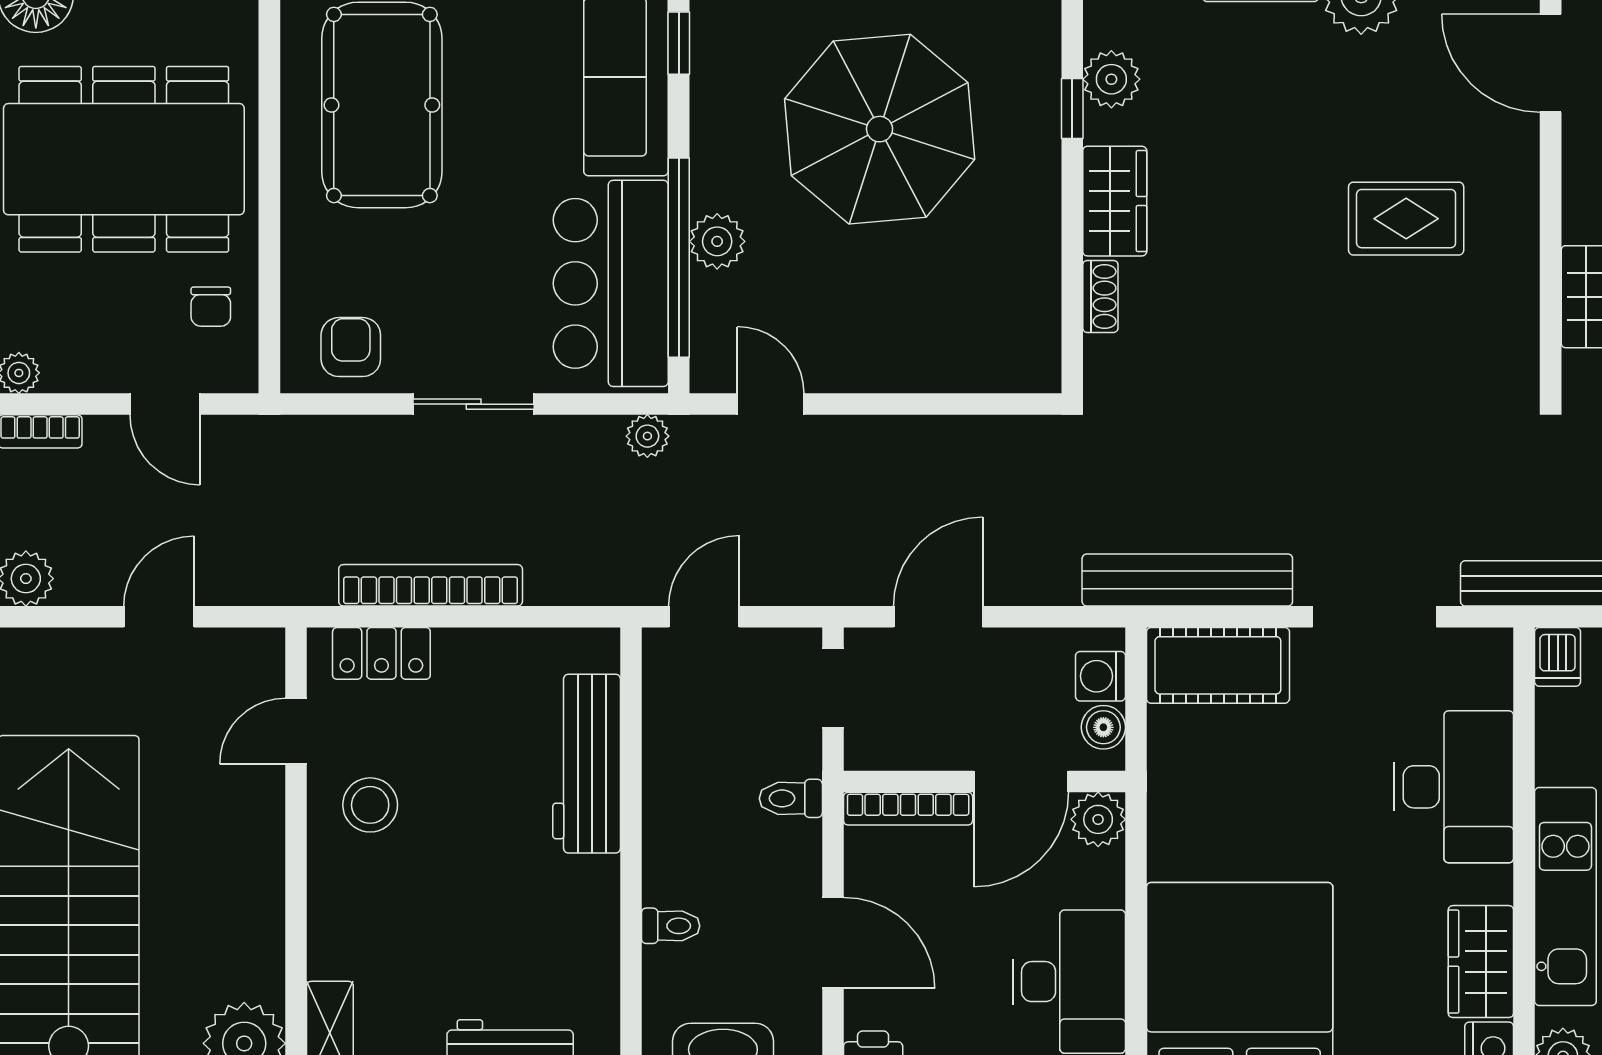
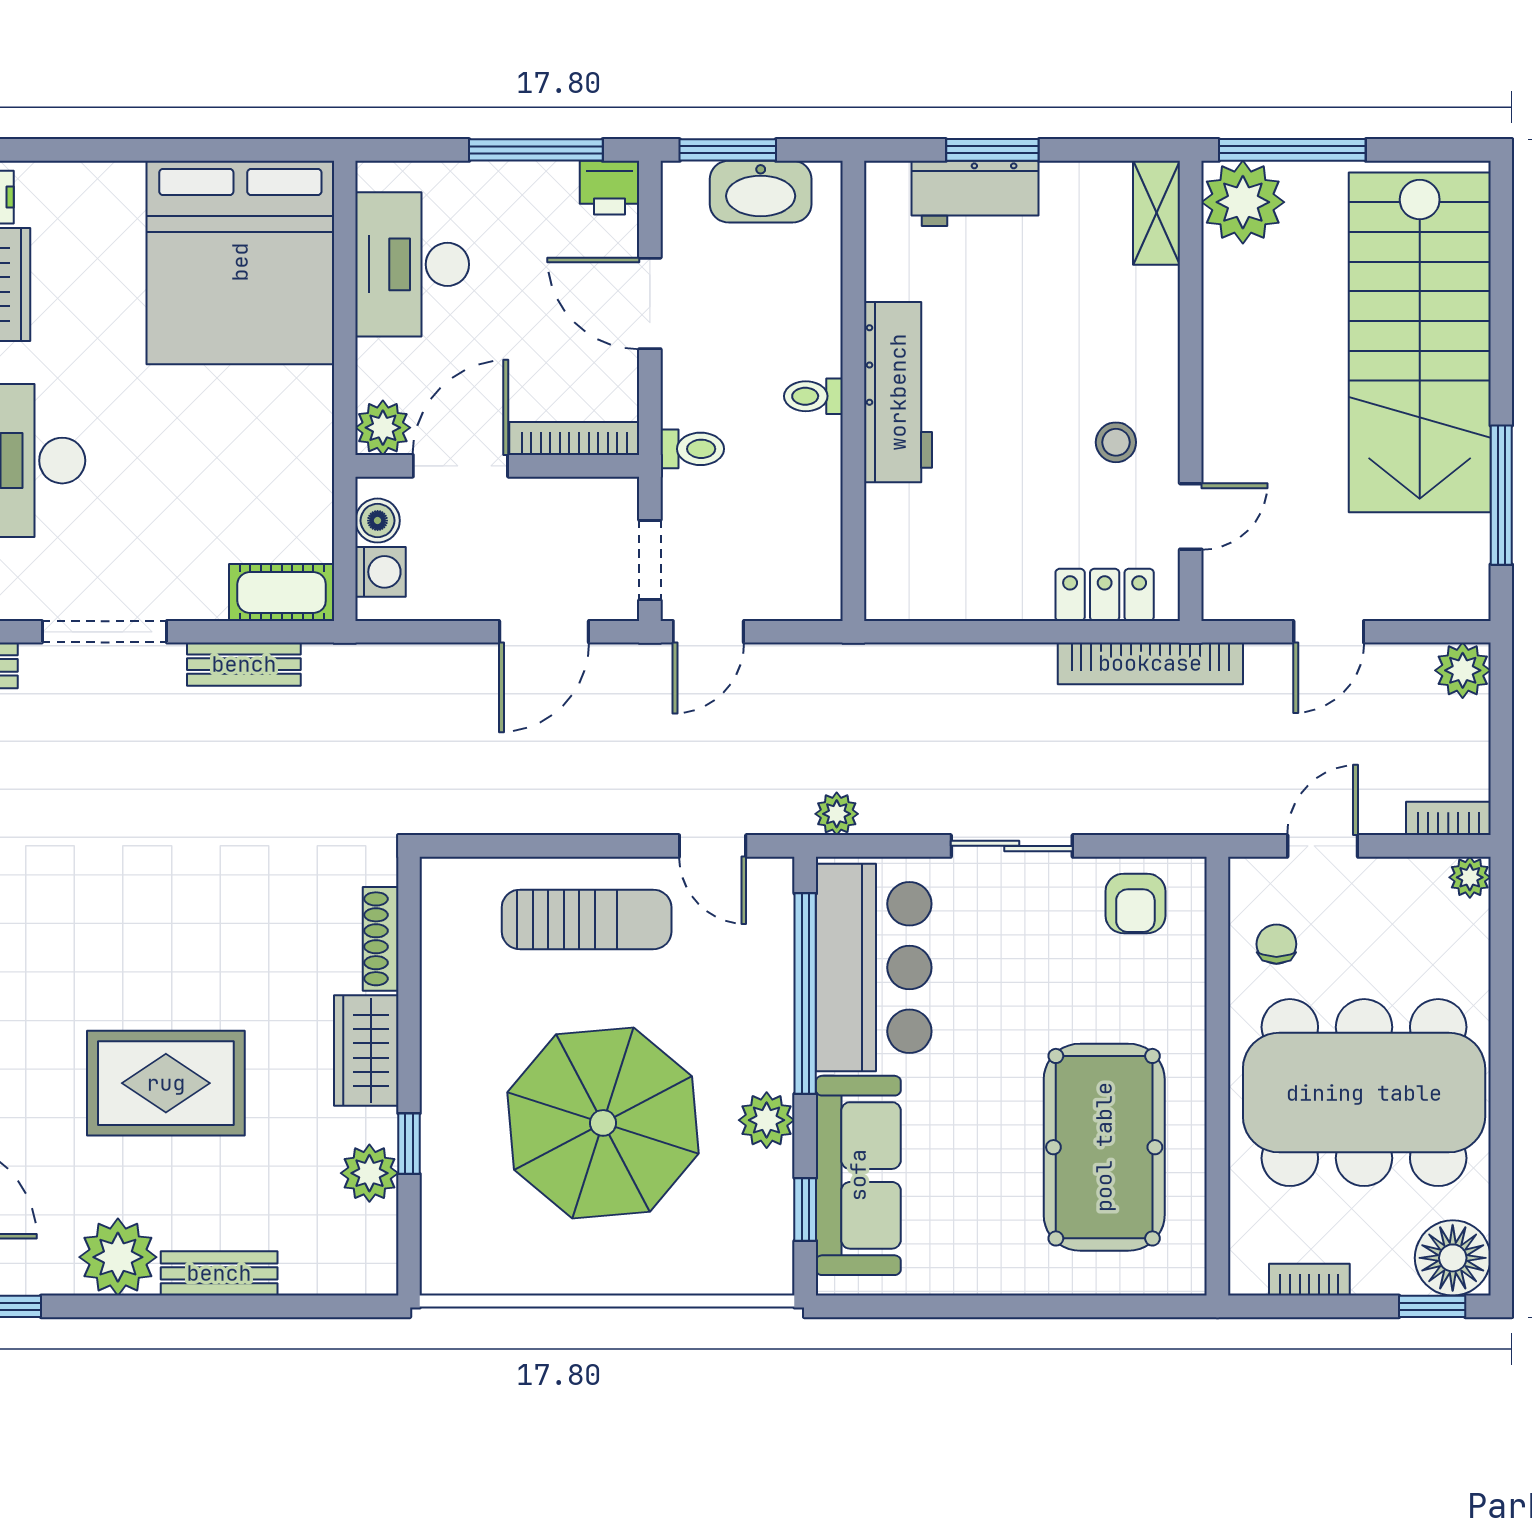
rug: (1406, 219) -> (166, 1083), moved, width x1.36, depth x1.43
plant: (717, 241) -> (767, 1120), moved
shoe rack: (1100, 296) -> (381, 939), width x1.43
sun lounger: (896, 331) -> (587, 919), added
door: (165, 404) -> (1323, 846), hinge flipped
bench: (1187, 580) -> (244, 664), width x0.54, depth x0.82
bookcase: (431, 585) -> (1150, 663), moved
door: (704, 617) -> (708, 632), moved
cot: (1218, 665) -> (282, 593), width x0.73, depth x0.75
workbench: (587, 764) -> (898, 392), moved
stool: (370, 805) -> (1116, 442), width x0.73, depth x0.73
toilet: (671, 926) -> (813, 396), moved

